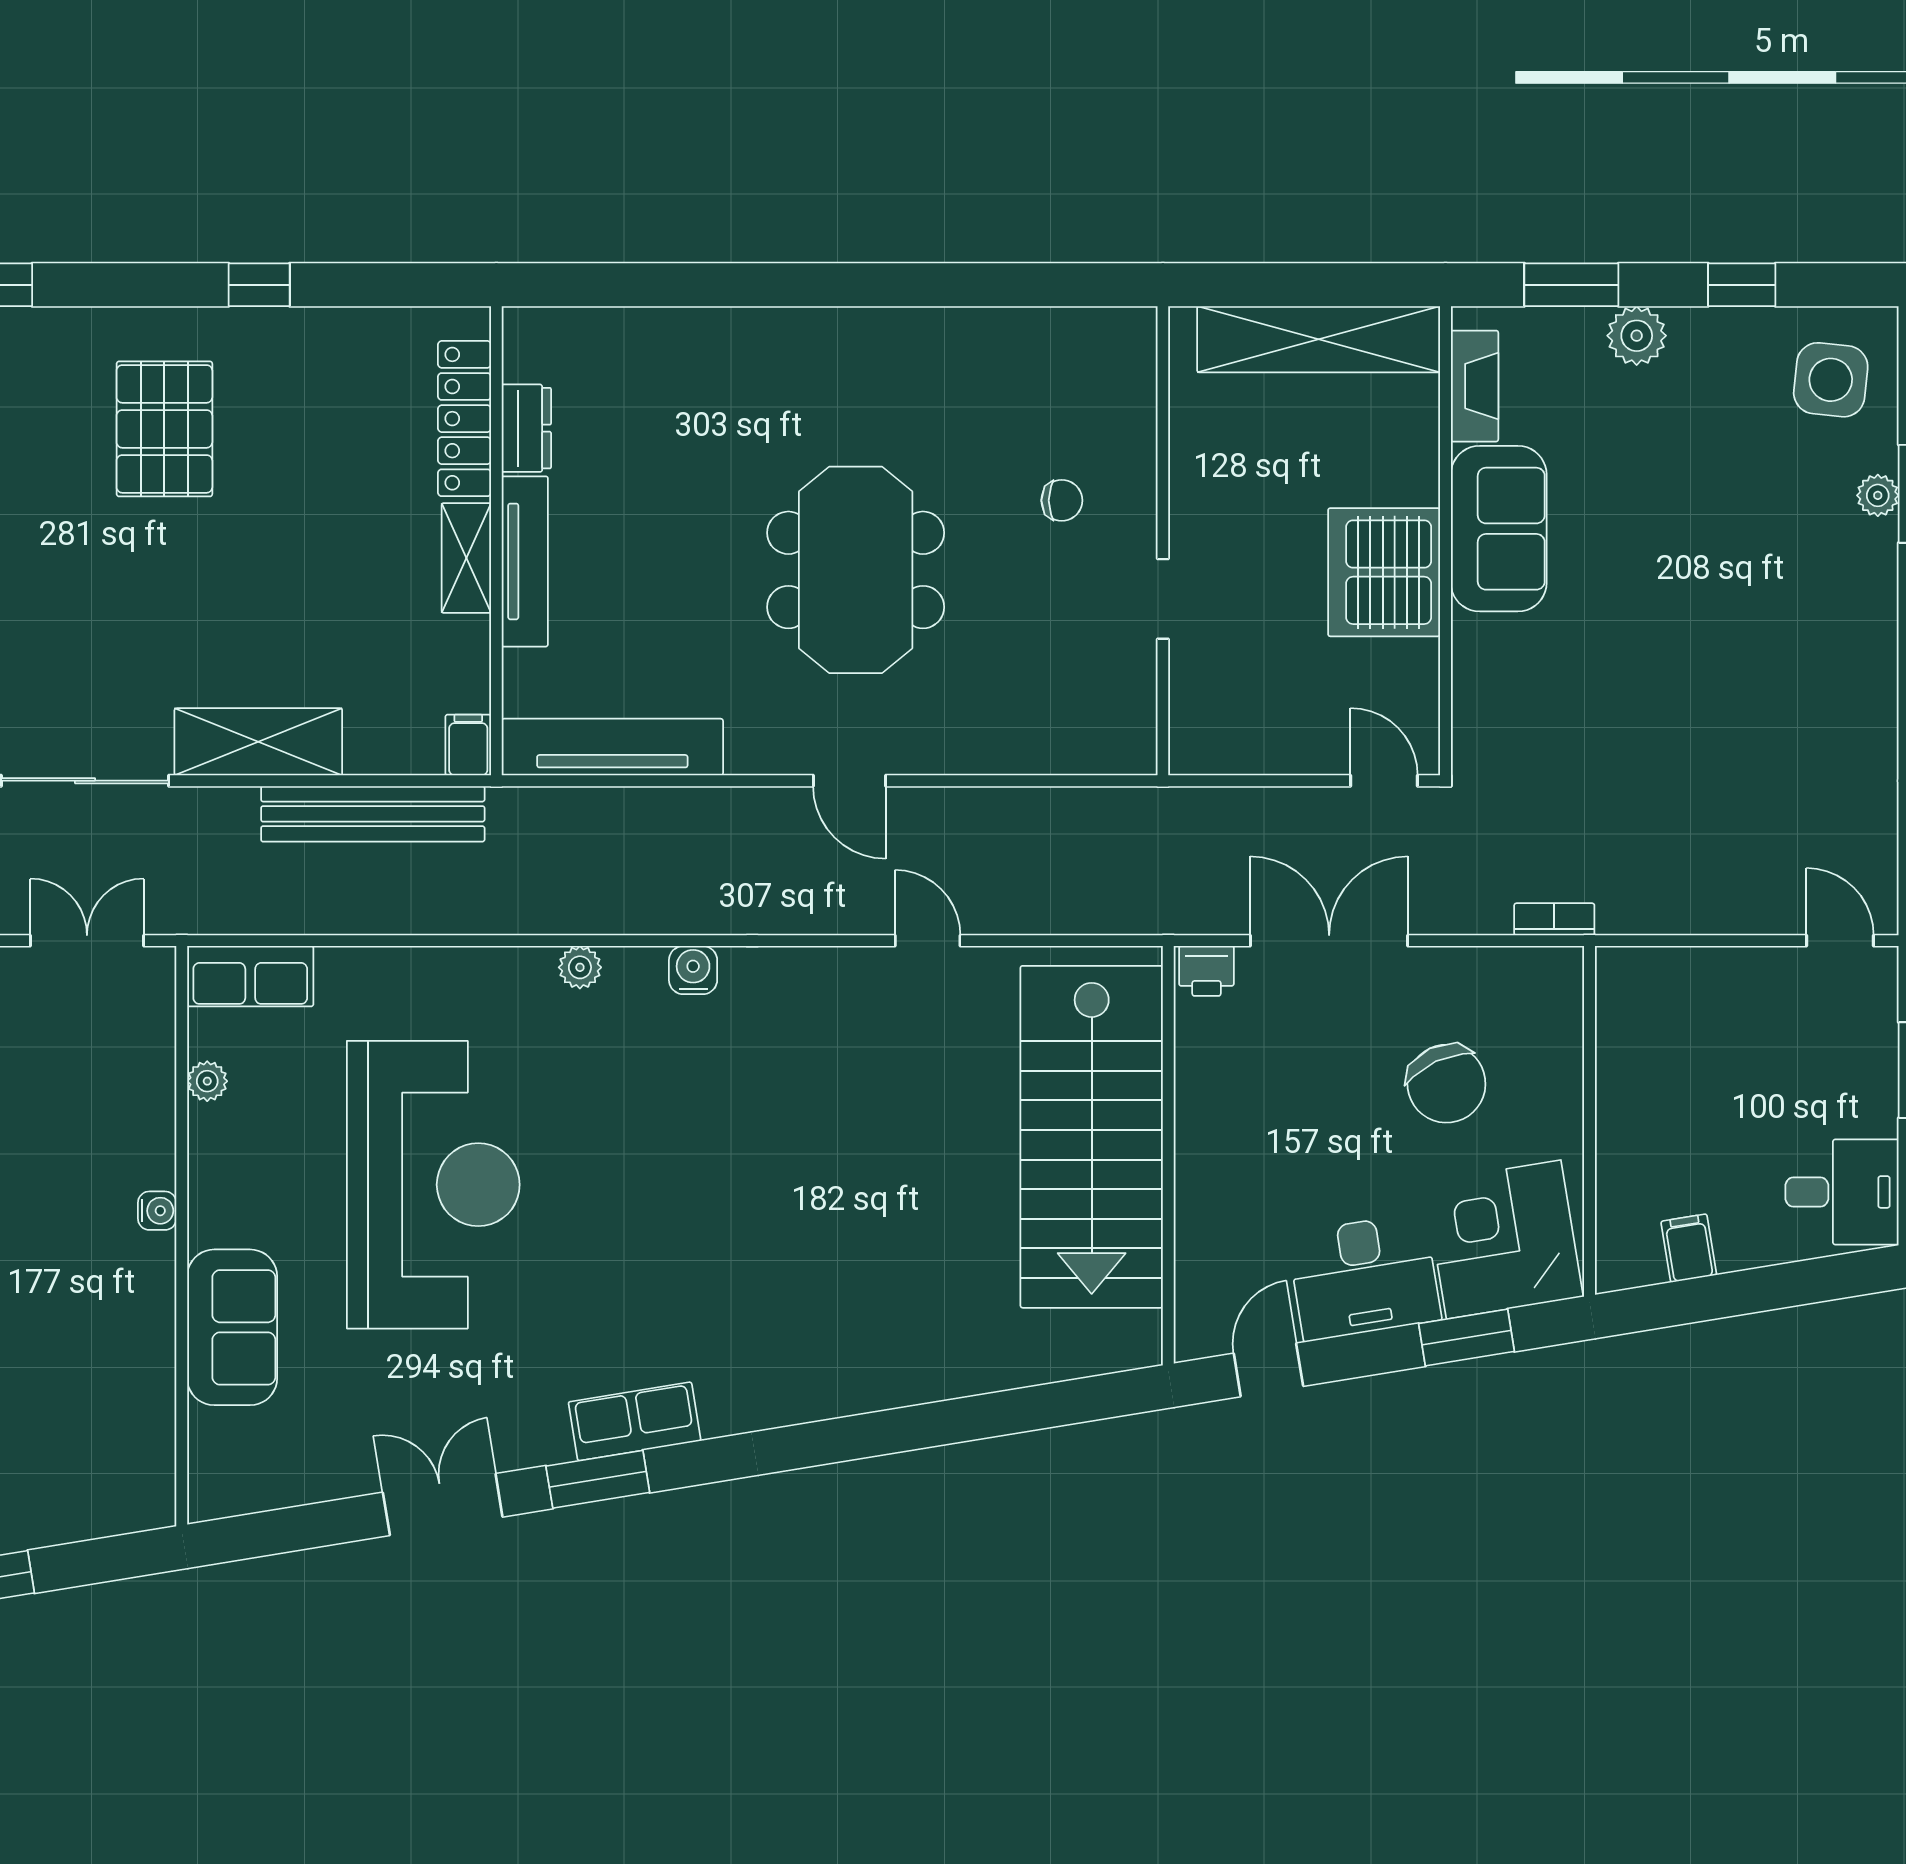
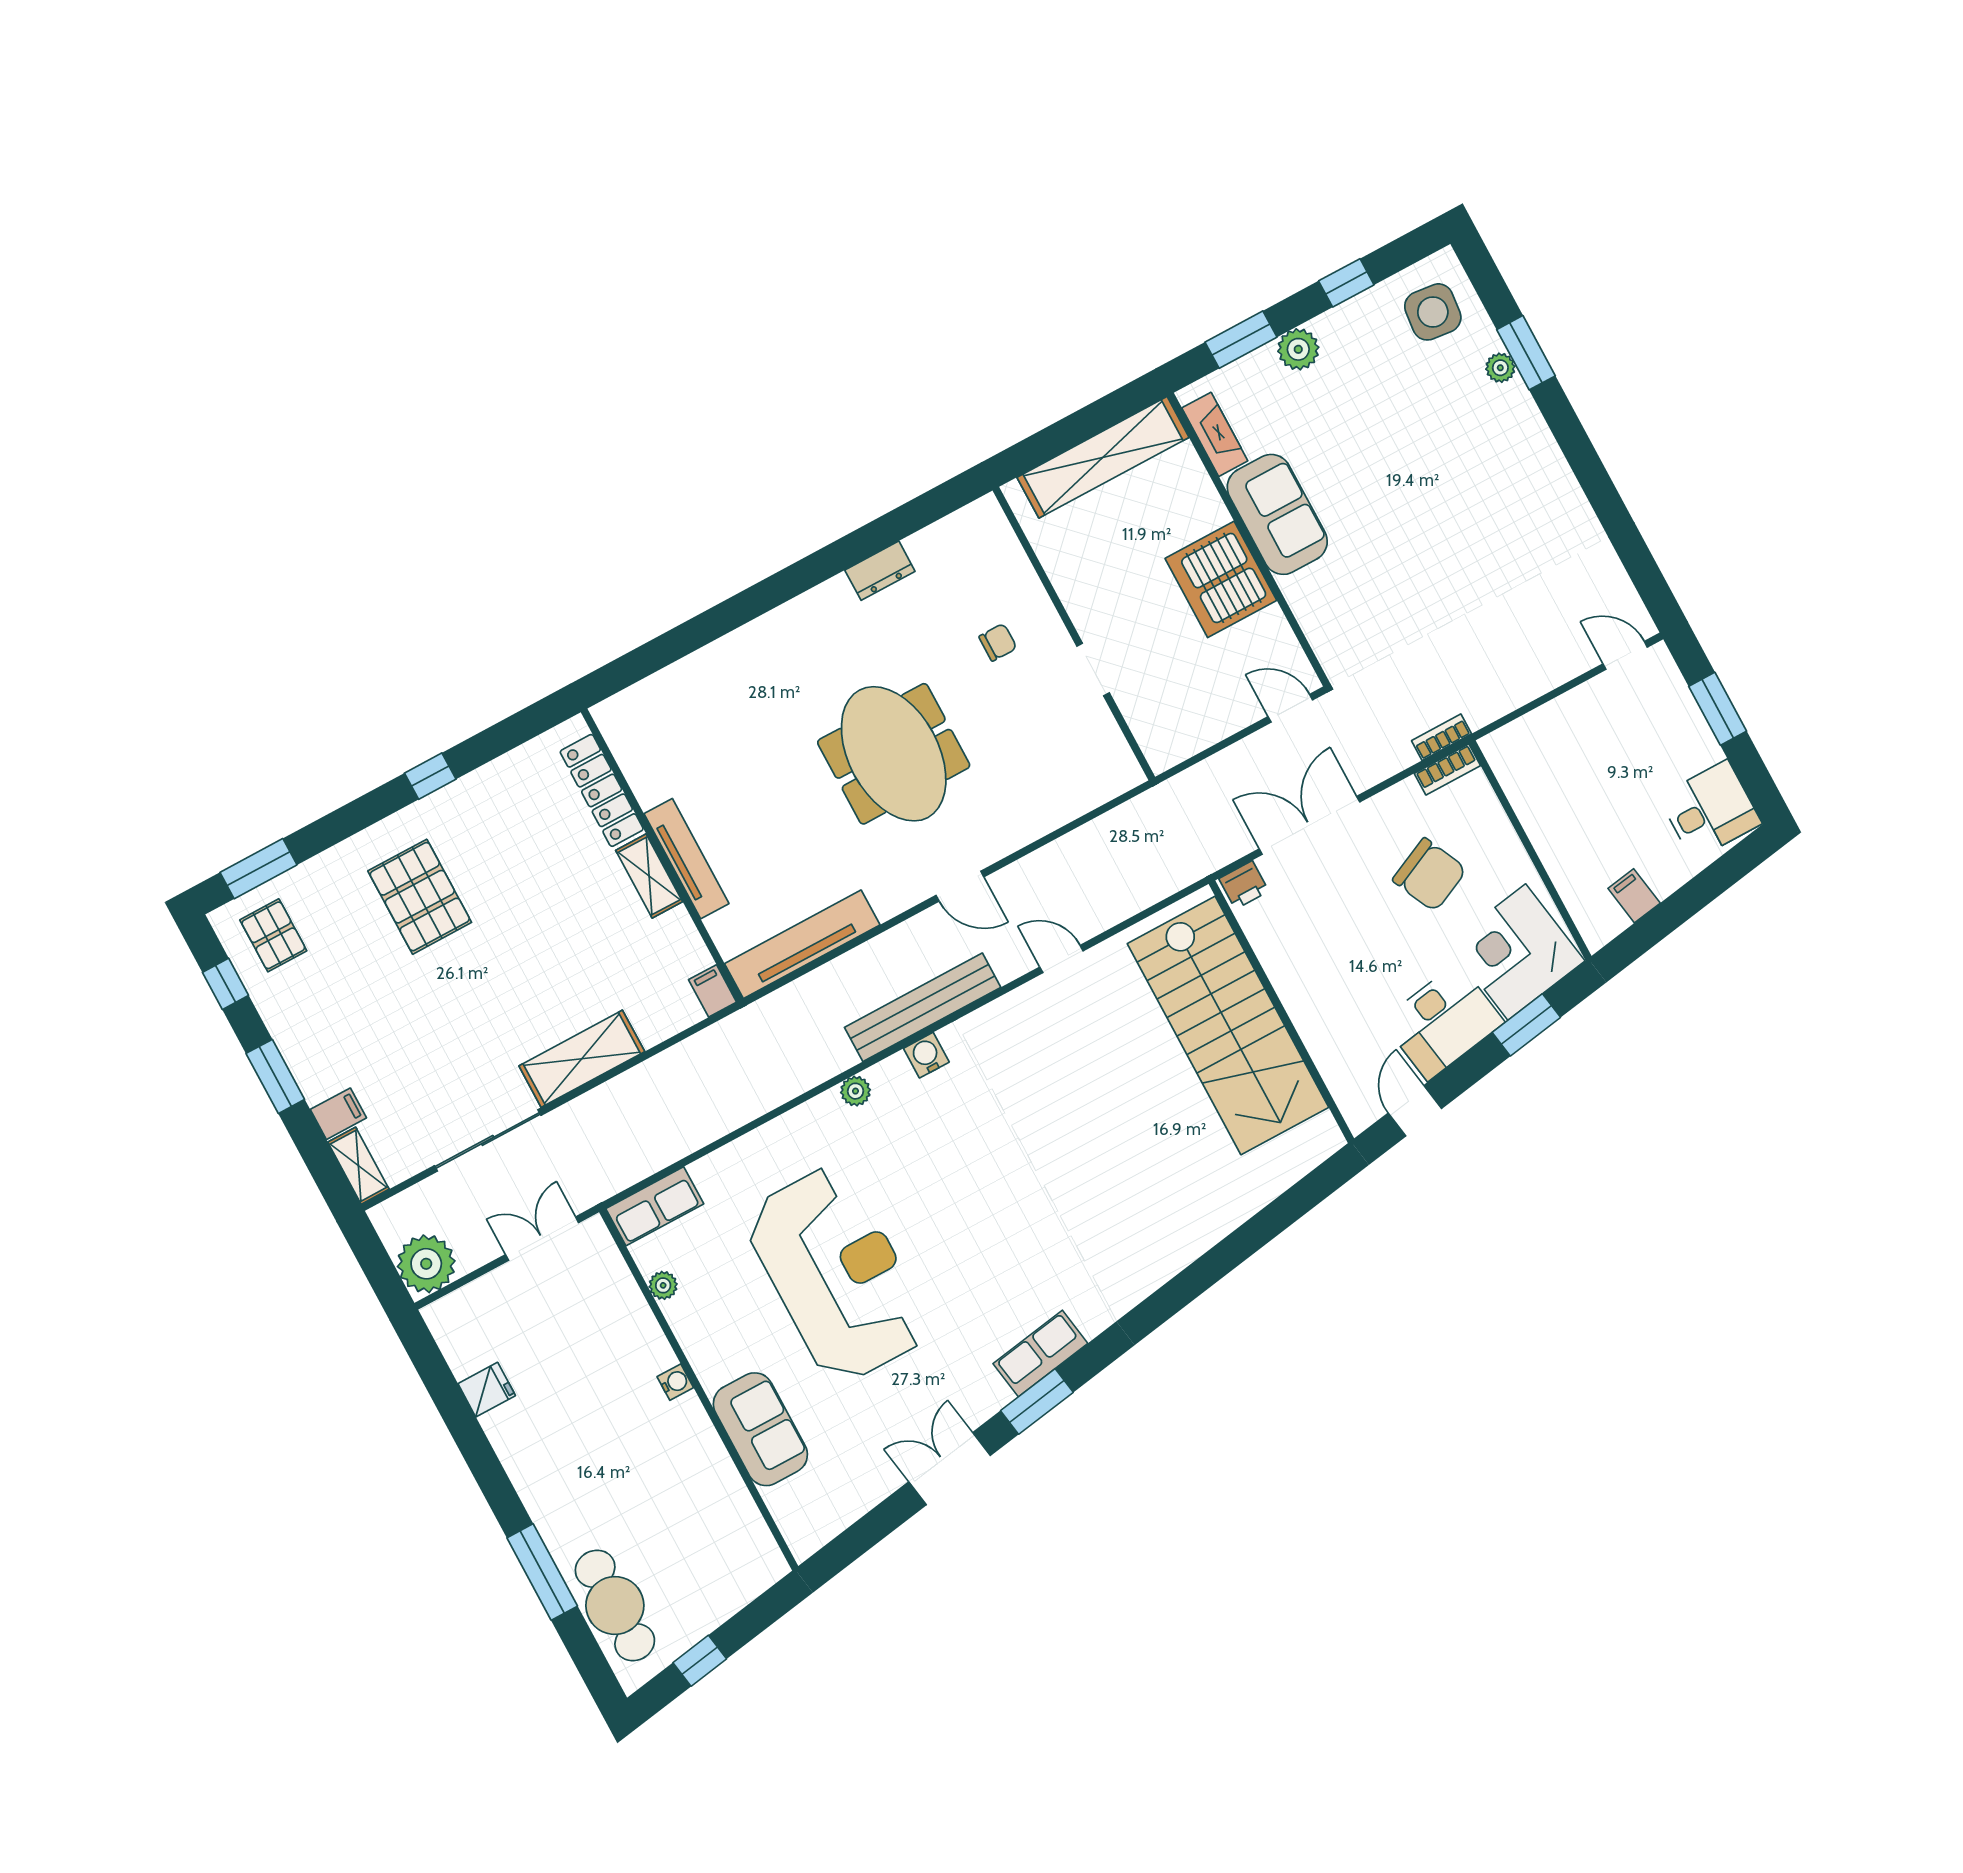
dresser: (526, 428) -> (880, 571), moved, turned 90
bench: (373, 814) -> (923, 1007), moved
bookcase: (1540, 964) -> (1447, 770), added

